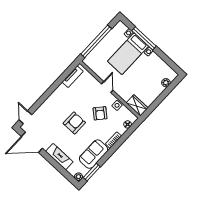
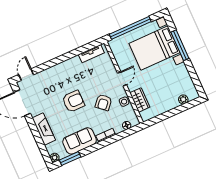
bed with nightstands: (128, 54) -> (154, 48), width x1.36
wardrobe: (137, 105) -> (140, 100), moved

